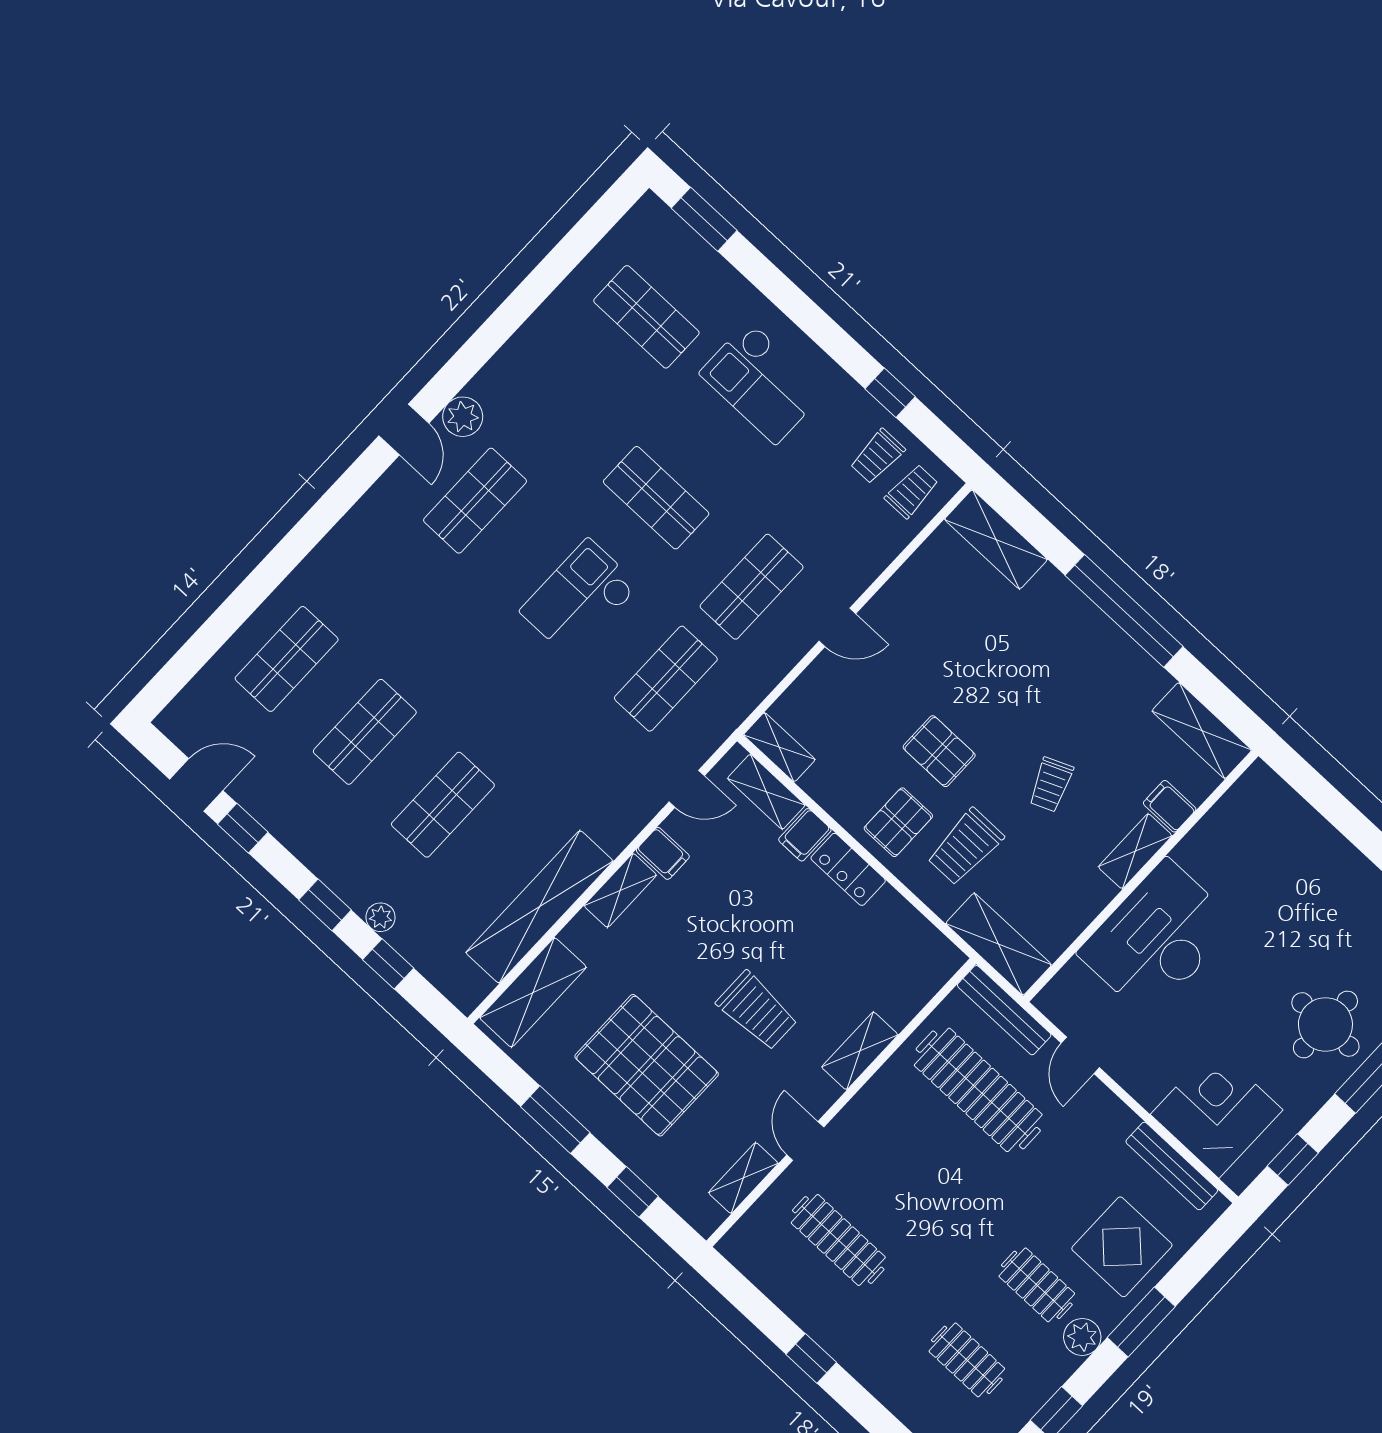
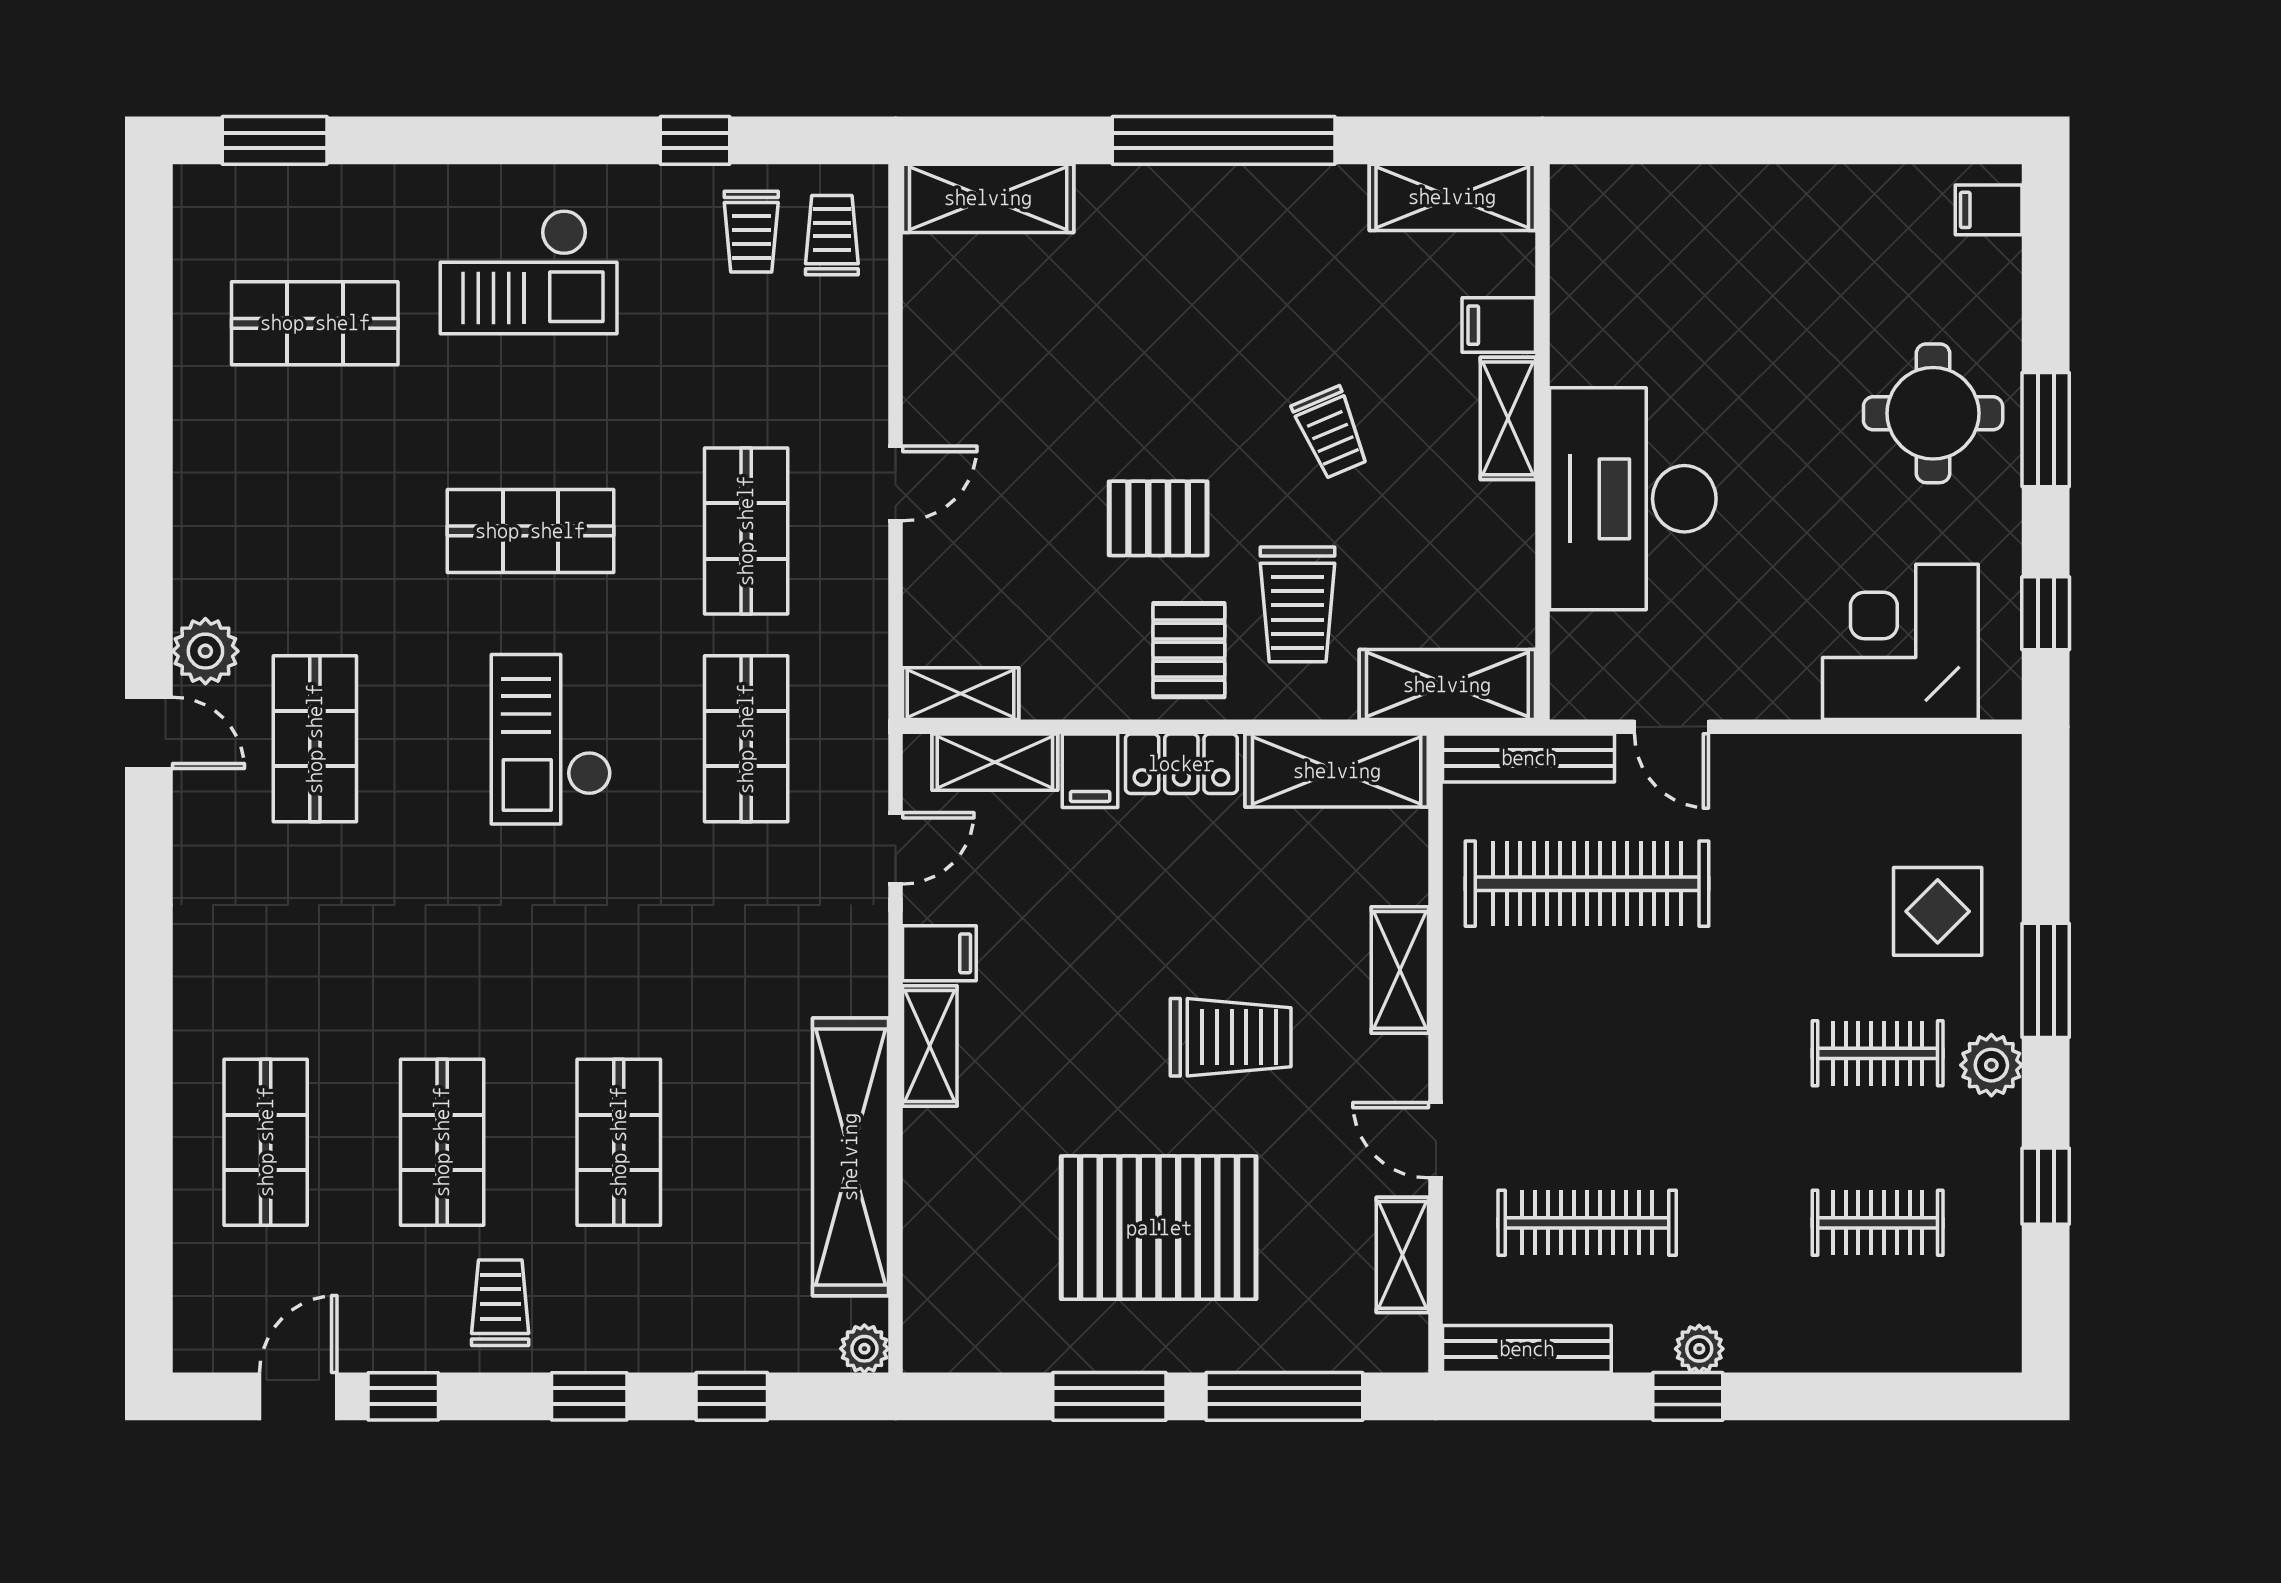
trolley: (324, 827) -> (500, 1303), added
plant: (380, 917) -> (864, 1349), moved
shelving: (533, 992) -> (1337, 771), moved, turned 90
bench: (1172, 1166) -> (1527, 1349), moved
window: (633, 1192) -> (1284, 1396), width x2.17
display table: (1122, 1247) -> (1938, 911), width x0.73, depth x0.73
plant: (836, 1342) -> (1699, 1349), added

